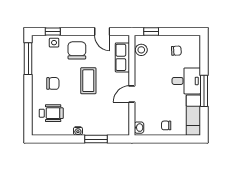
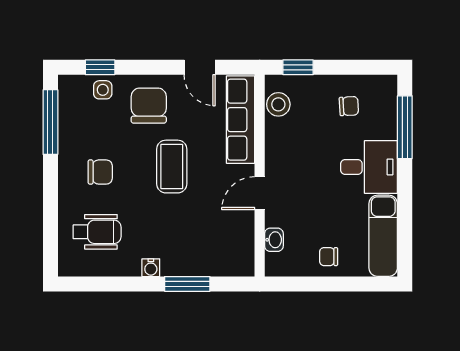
row of seats: (122, 57) -> (241, 120), width x1.48
window: (204, 91) -> (405, 127), moved
washbasin: (139, 128) -> (274, 240), moved

